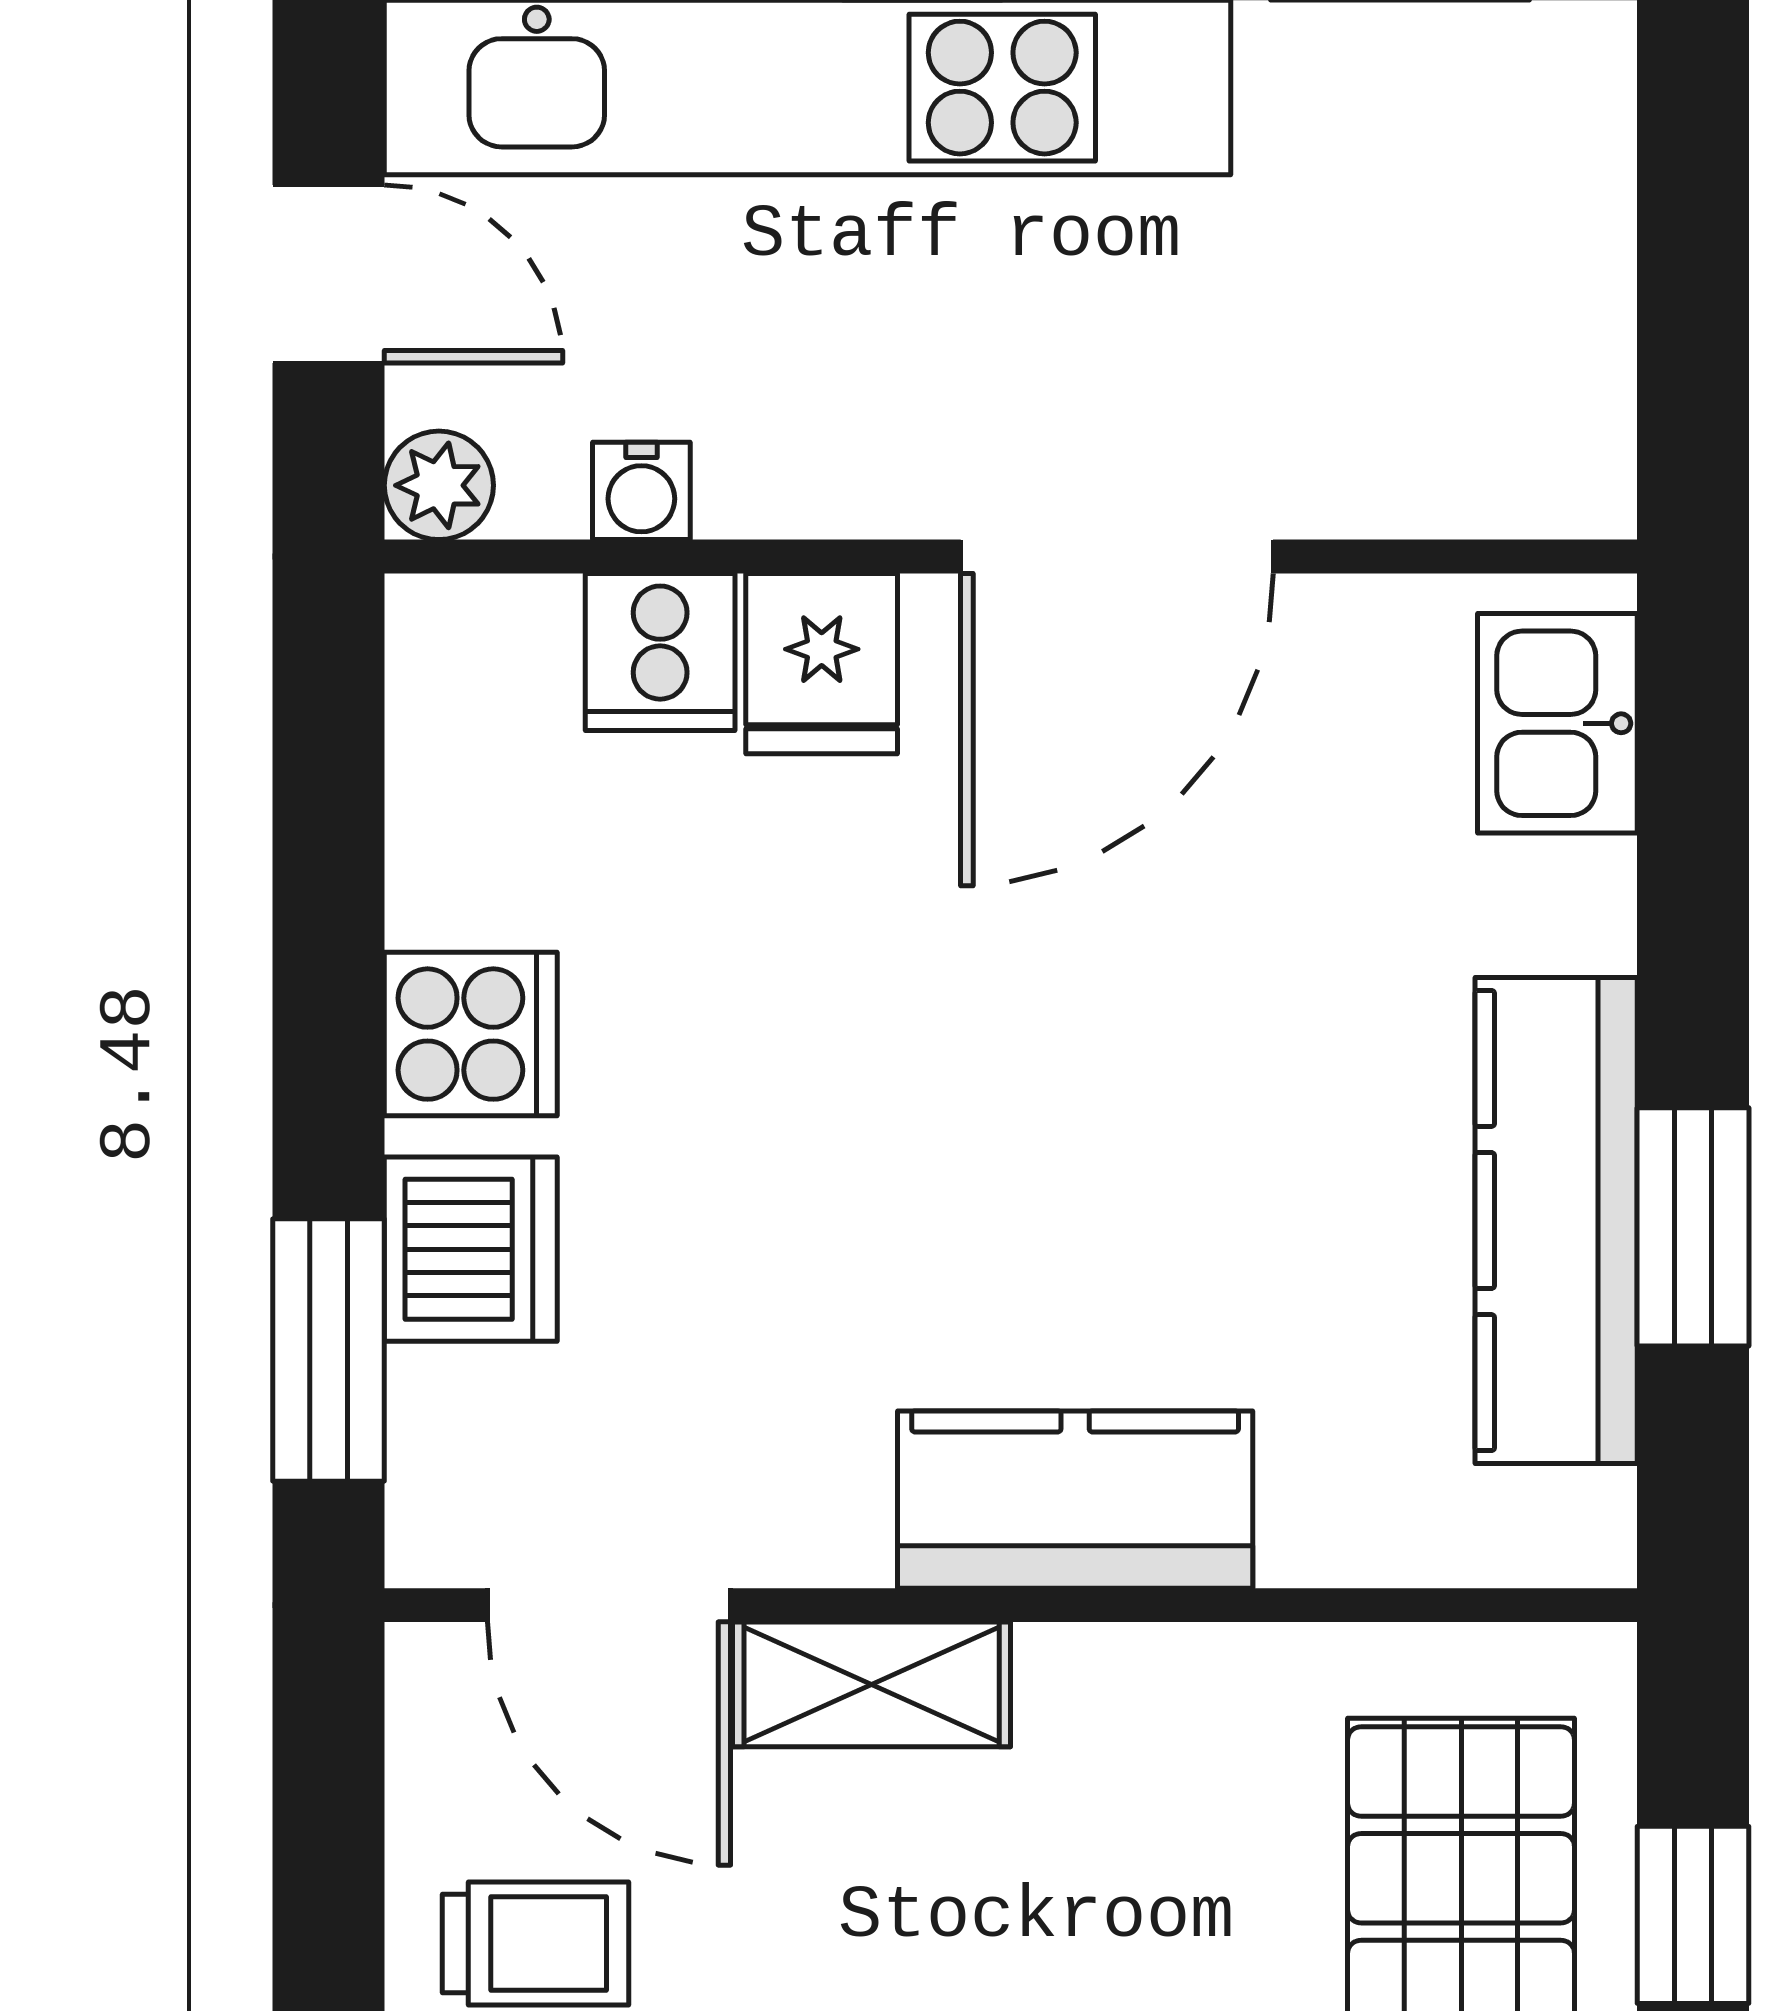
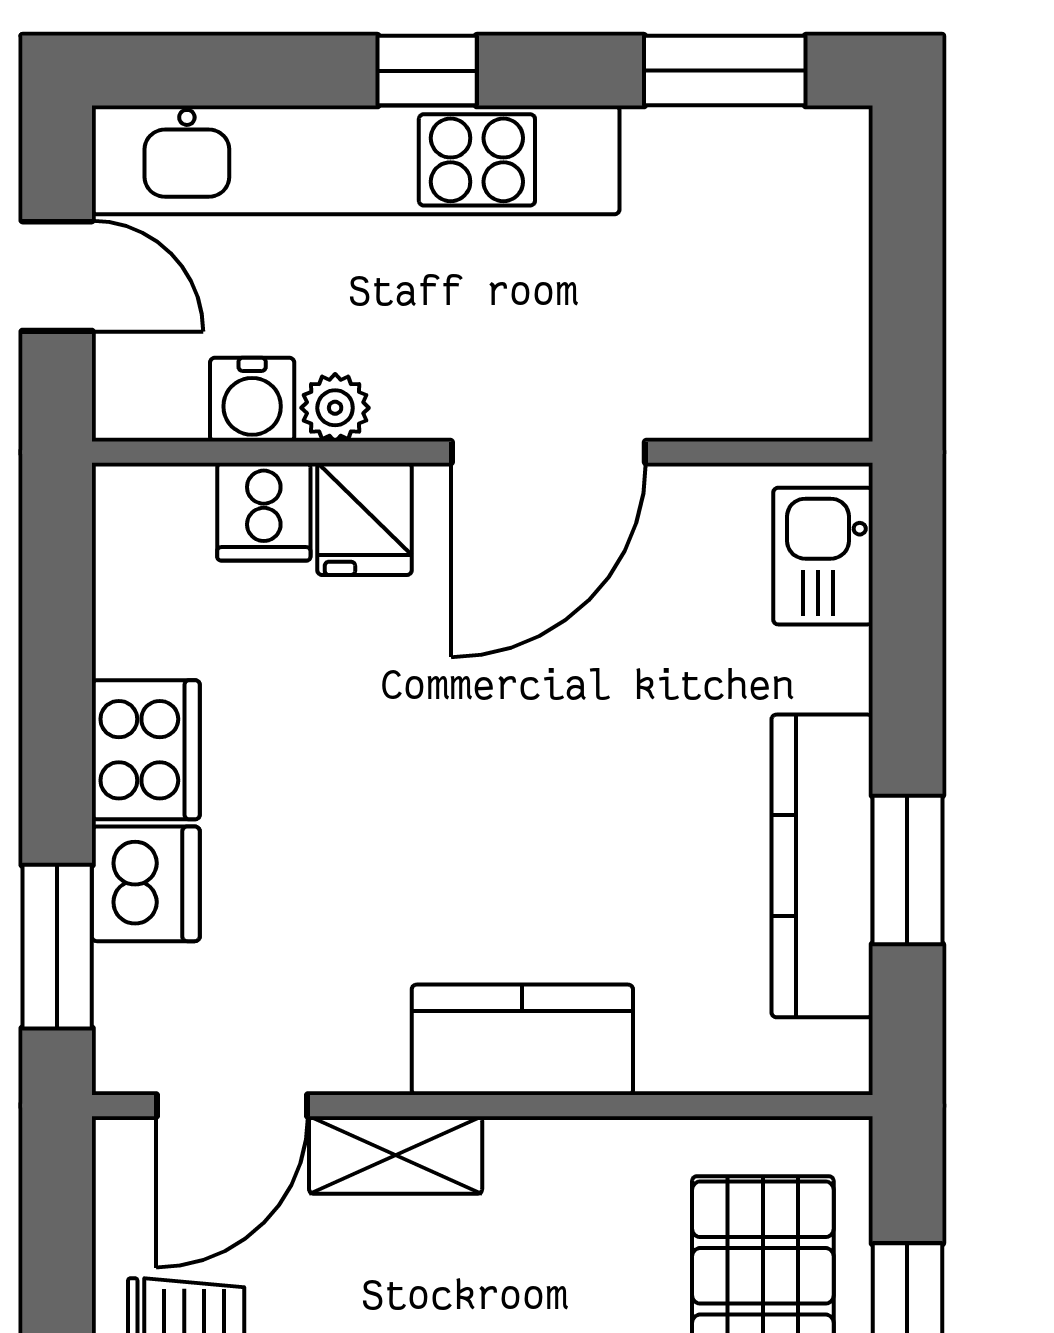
plant: (439, 485) -> (335, 408), moved
water cooler: (641, 491) -> (252, 400), width x1.38, depth x1.38
cooker: (471, 1034) -> (146, 750), width x1.36
door: (609, 1605) -> (232, 1106), hinge flipped

